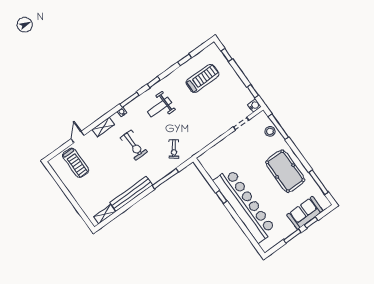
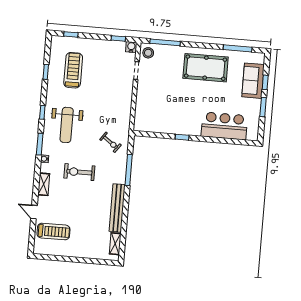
weight bench: (159, 107) -> (67, 125), width x1.36, depth x1.33
stool: (270, 131) -> (148, 53), moved
exercise bike: (134, 145) -> (79, 172), turned 180
bar counter: (245, 205) -> (224, 126), width x0.54

